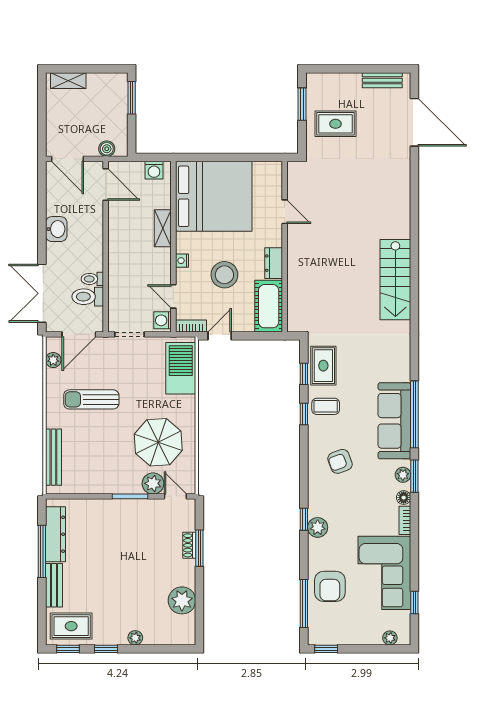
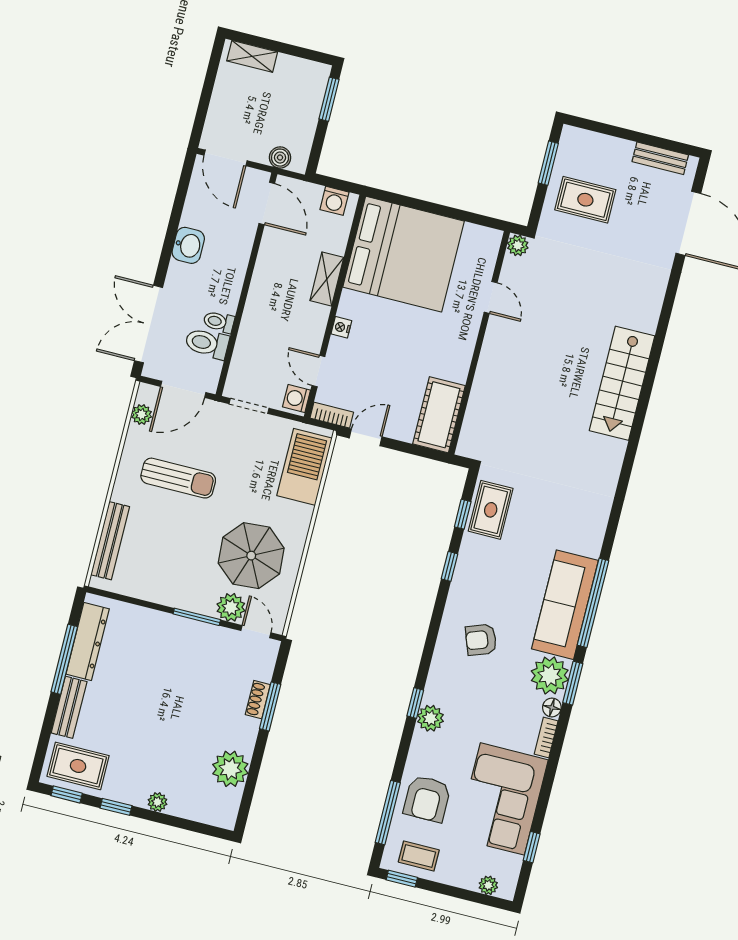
plant: (295, 169) -> (518, 245), added
dresser: (274, 263) -> (459, 361), removed
stool: (224, 275) -> (392, 360), removed
stairs: (395, 280) -> (622, 383), moved
sun lounger: (91, 399) -> (178, 478), turned 180
coffee table: (326, 406) -> (419, 856), moved
plant: (403, 475) -> (550, 675), width x1.87, depth x1.87

